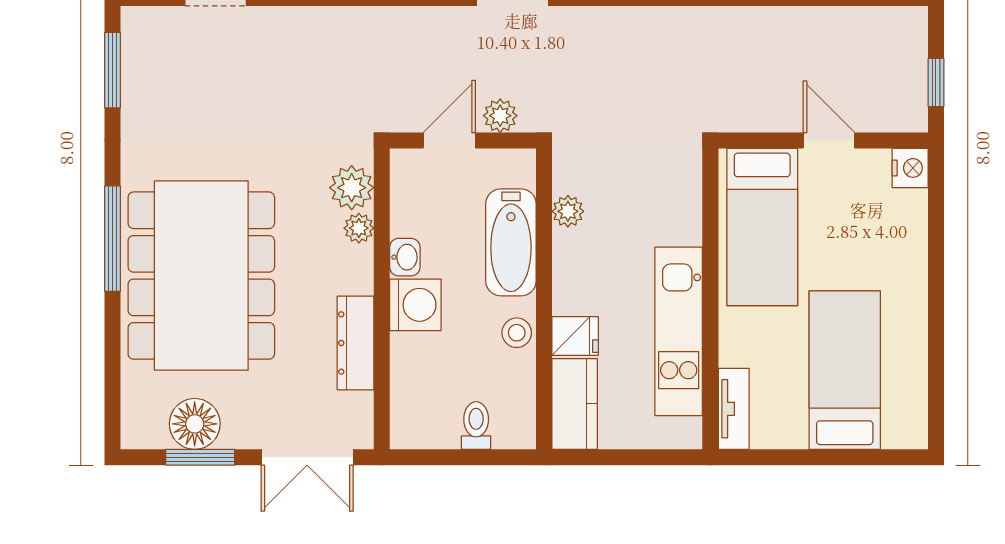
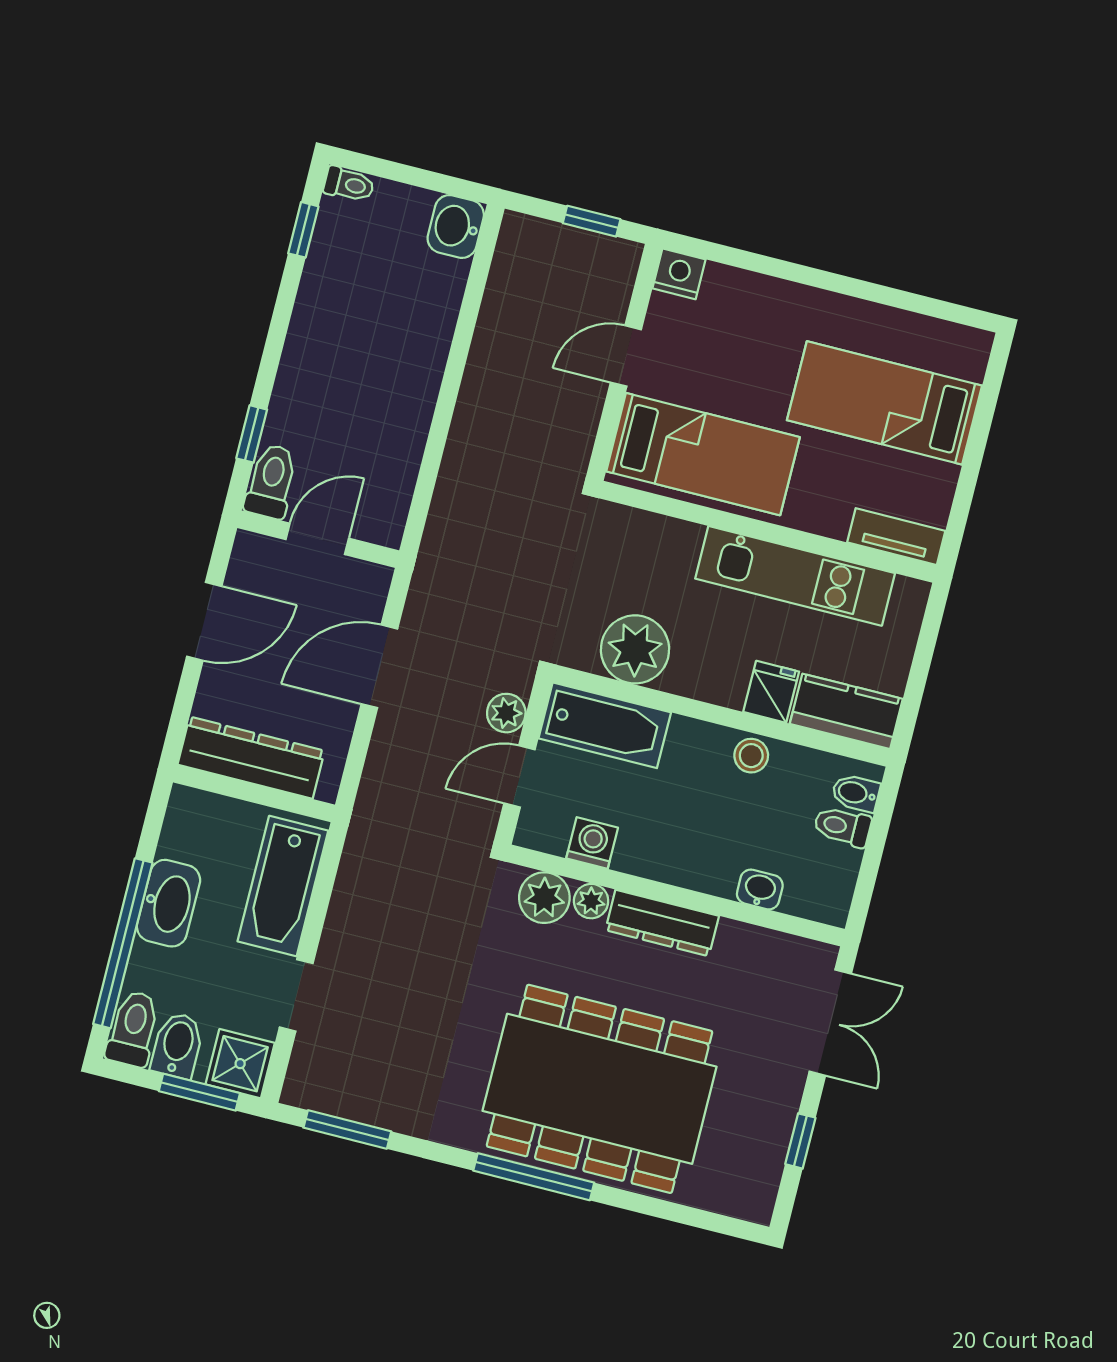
door: (449, 141) -> (519, 776), hinge flipped
plant: (568, 211) -> (635, 649), width x1.87, depth x1.87
bathtub: (511, 242) -> (605, 725), moved
washbasin: (405, 257) -> (760, 890), moved
washing machine: (415, 305) -> (592, 843), moved, width x0.73, depth x0.73
dresser: (356, 343) -> (662, 923), moved
floor lamp: (195, 424) -> (762, 1138), removed
bidet: (507, 430) -> (856, 793), added
window: (200, 457) -> (800, 1141), width x0.67

